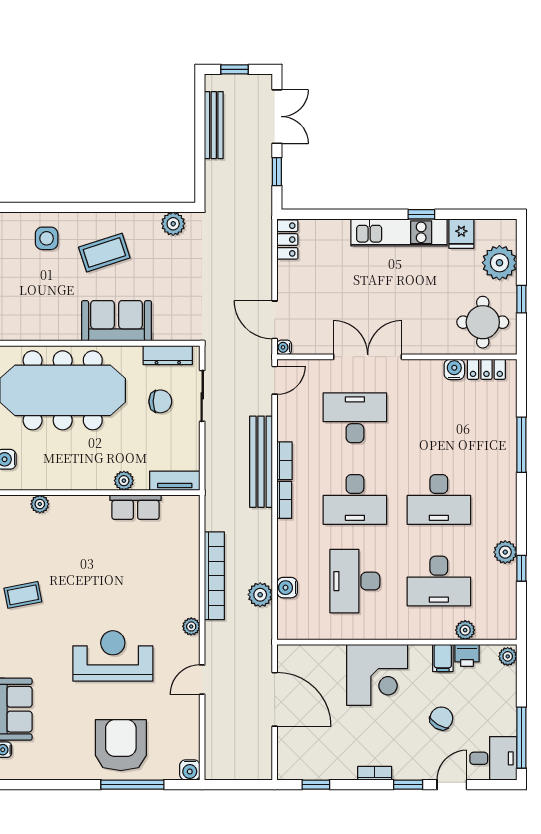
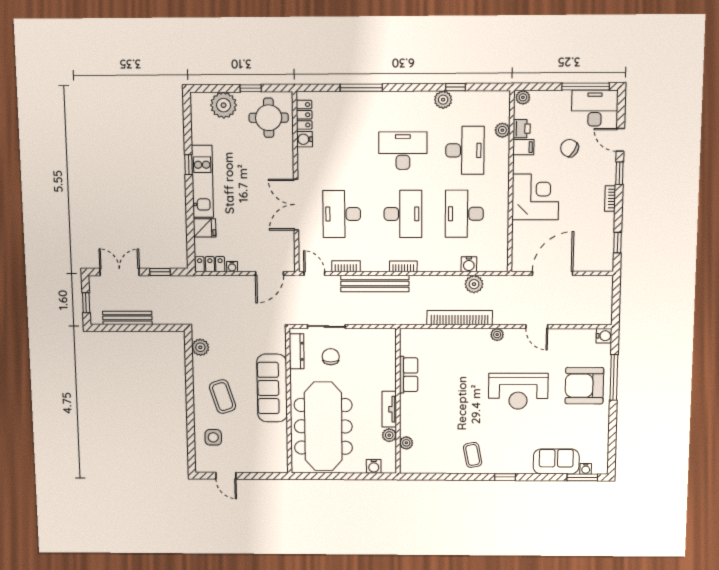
fridge: (461, 234) -> (205, 228), moved
sofa: (117, 321) -> (272, 388), width x1.36
water cooler: (284, 347) -> (232, 267), moved
bookcase: (284, 461) -> (346, 266), moved
plant: (124, 481) -> (389, 435), moved
tv unit: (175, 481) -> (389, 409), moved
desk: (439, 499) -> (403, 151), turned -90
desk: (355, 581) -> (464, 214), turned 90
reception desk: (113, 656) -> (518, 391), turned -90
desk: (493, 758) -> (595, 108), width x1.37

